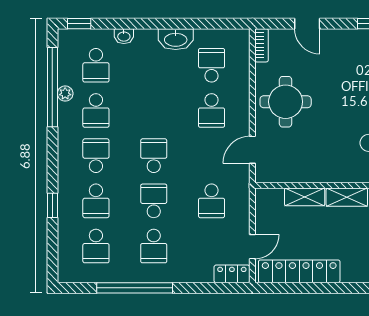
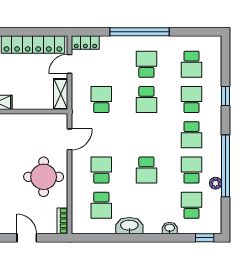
window: (52, 87) -> (225, 166), moved
school desk: (154, 156) -> (146, 170), moved
shelving: (305, 197) -> (61, 94), moved, turned 90
school desk: (96, 246) -> (192, 64), turned 180
window: (135, 288) -> (139, 32), moved

